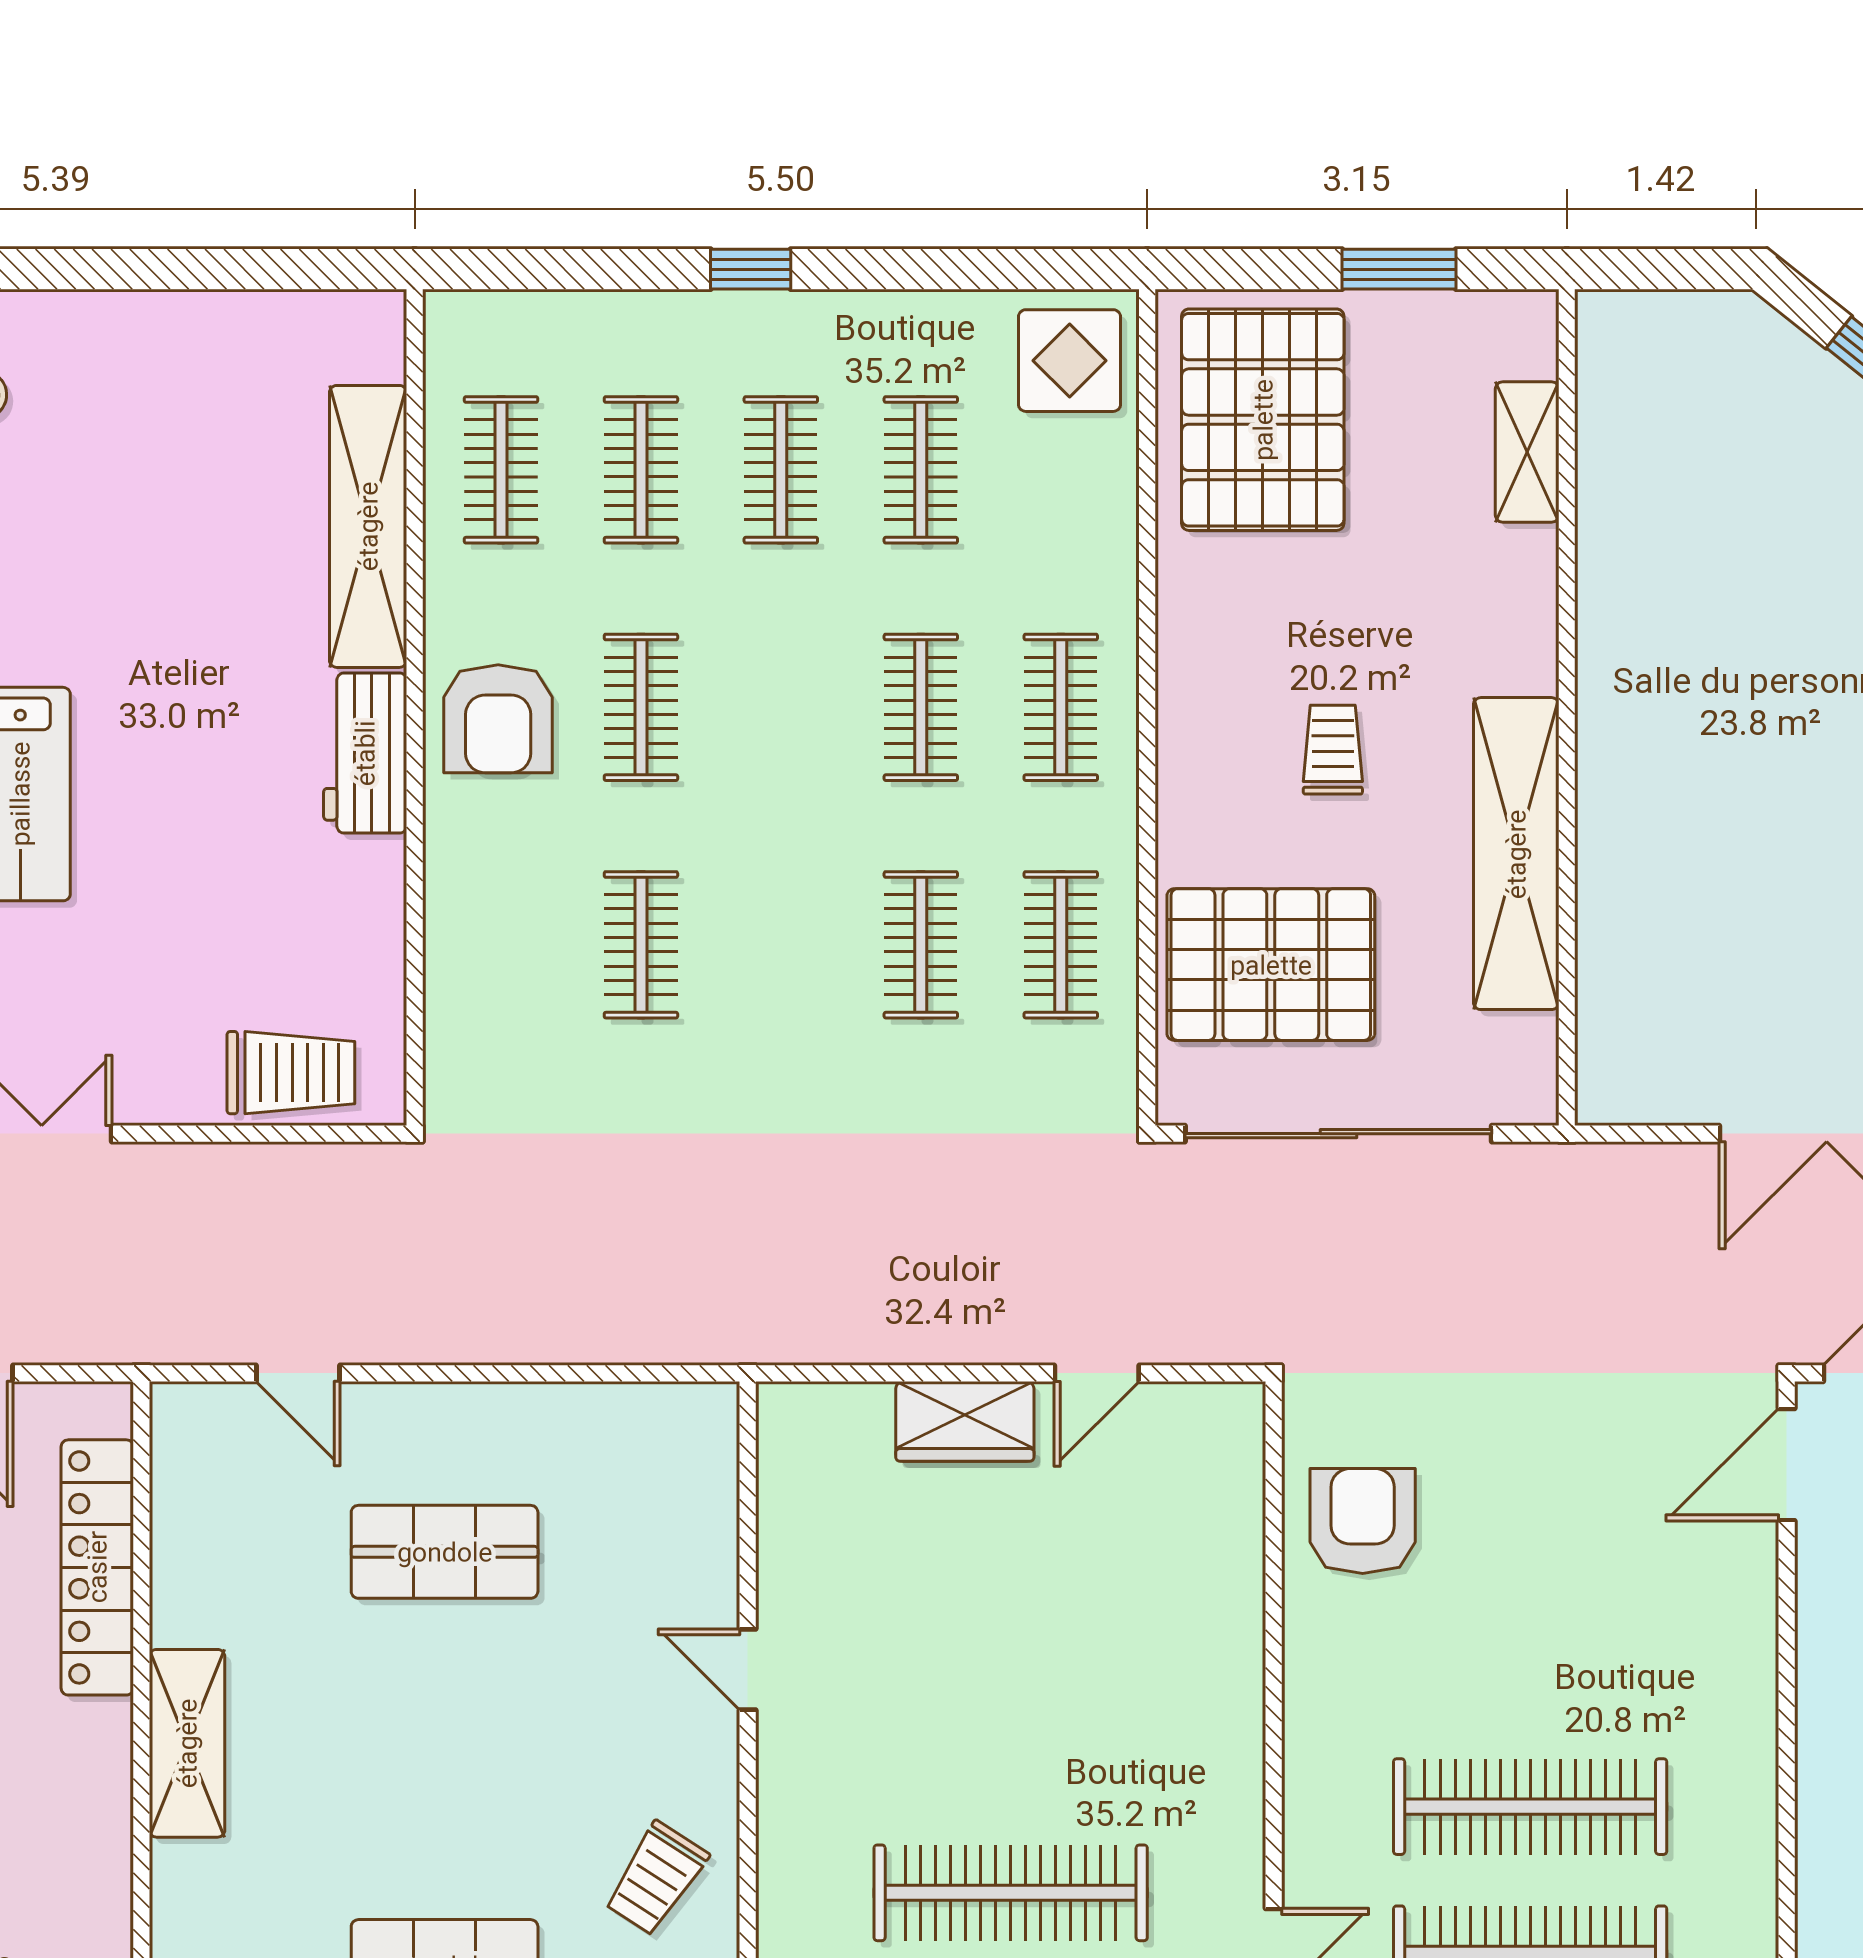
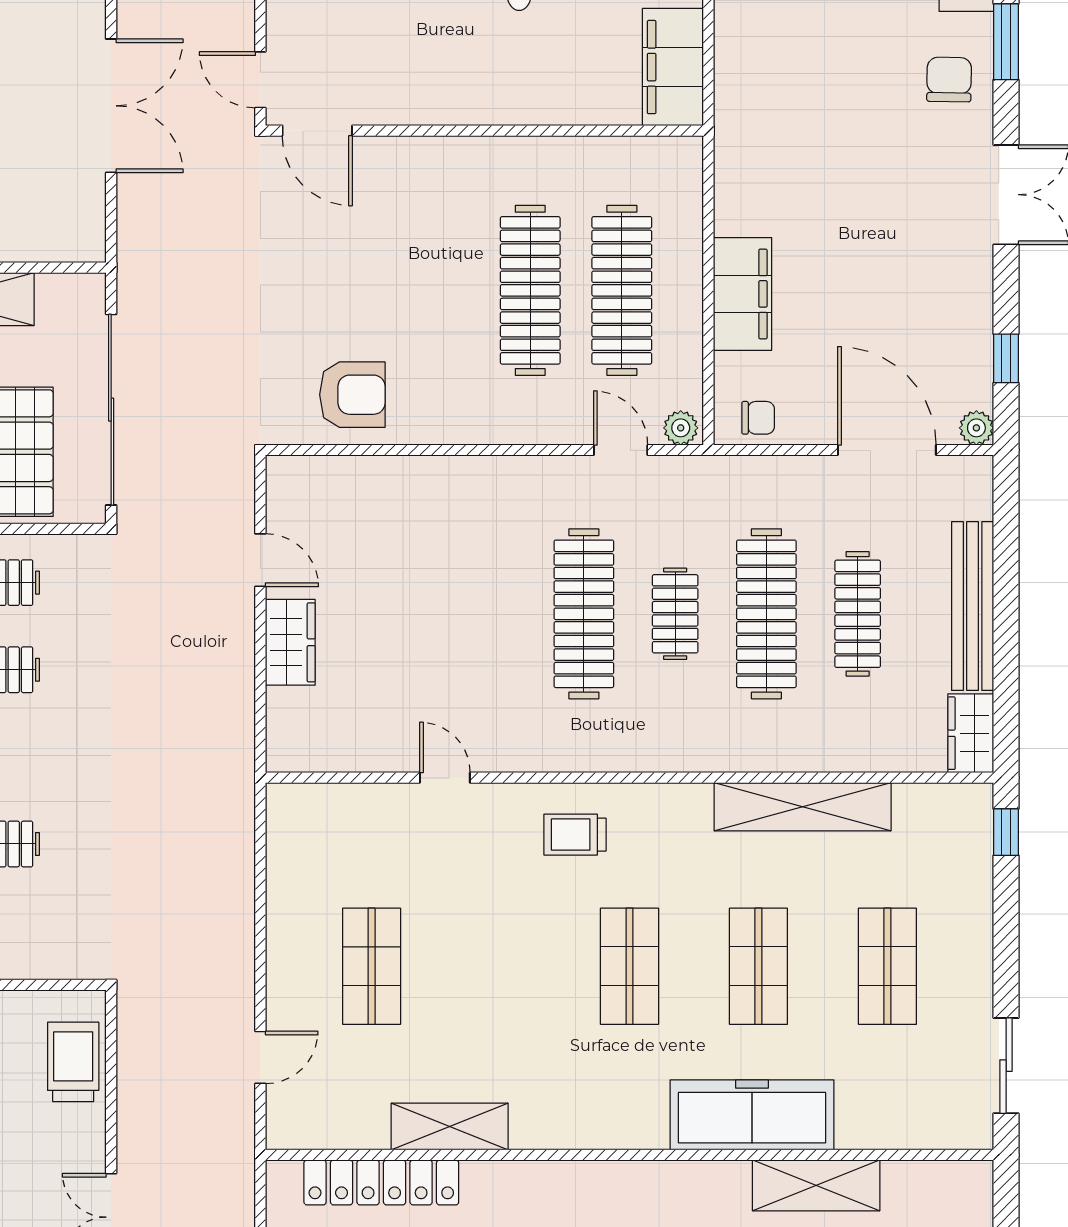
armchair: (1363, 1521) -> (352, 395), turned 180
door: (748, 1669) -> (445, 778), swing flipped
shelving: (187, 1743) -> (450, 1127), moved
trolley: (656, 1879) -> (575, 835), turned 147

